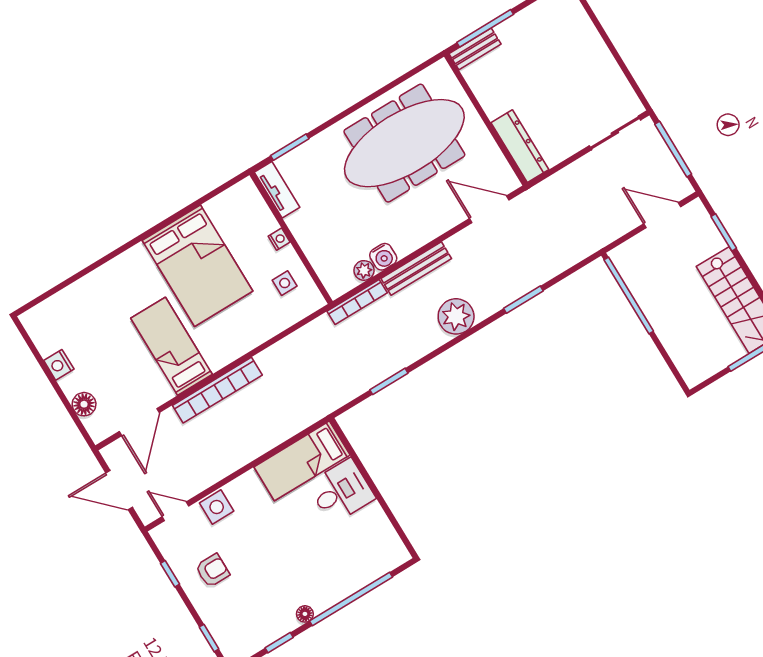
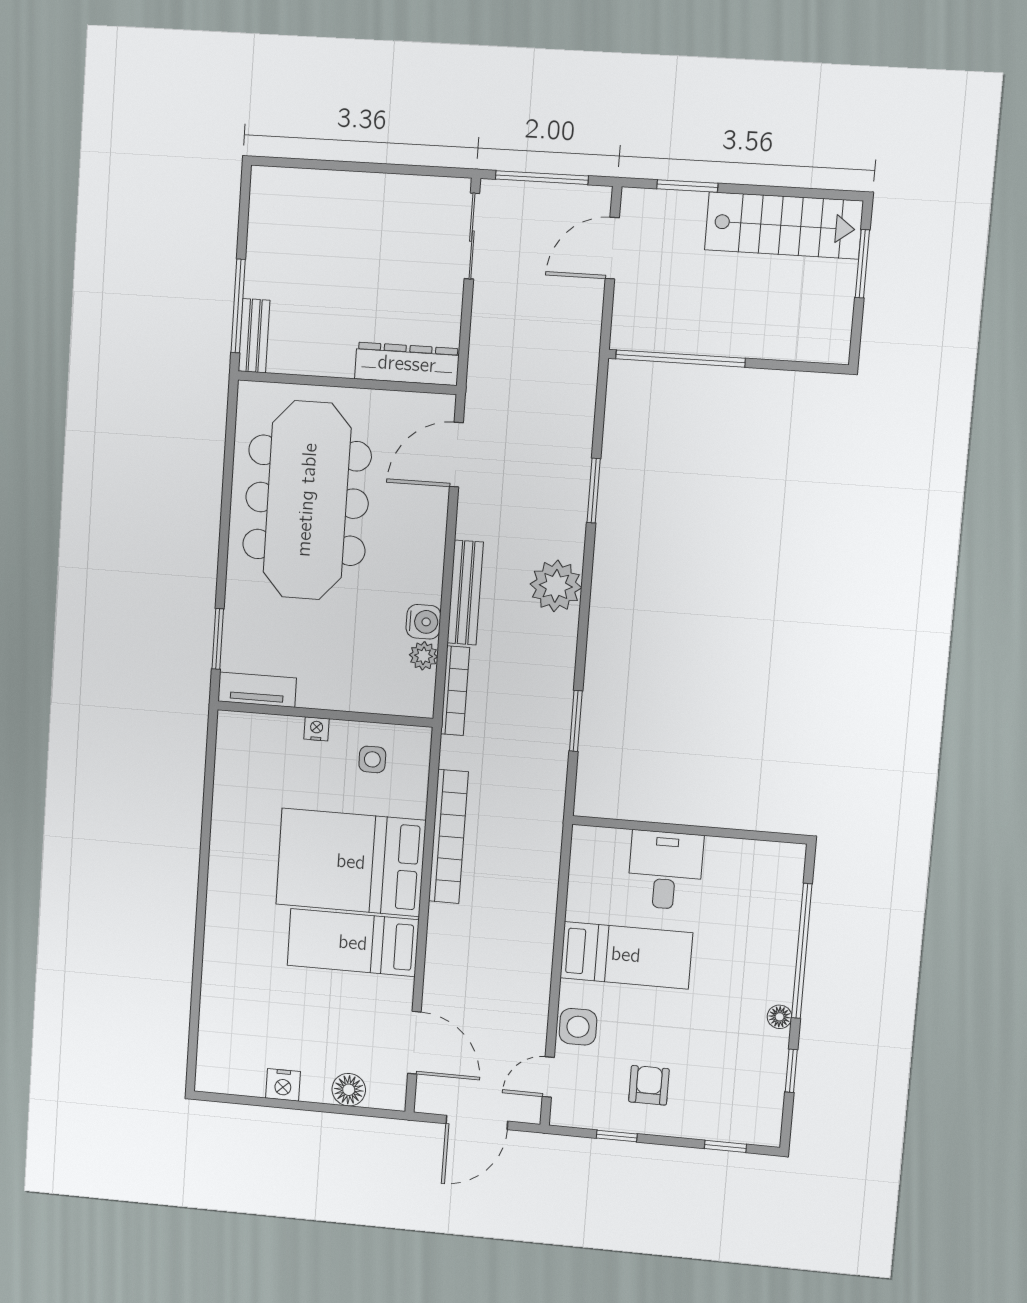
bed: (197, 266) -> (351, 862), moved, turned 180
bookcase: (217, 390) -> (448, 837), moved
bed: (302, 461) -> (626, 955), moved, turned -90

